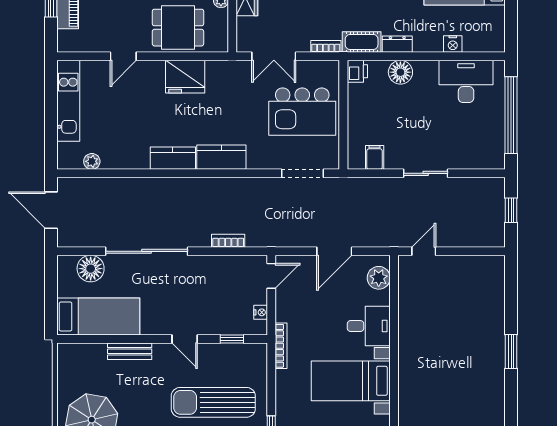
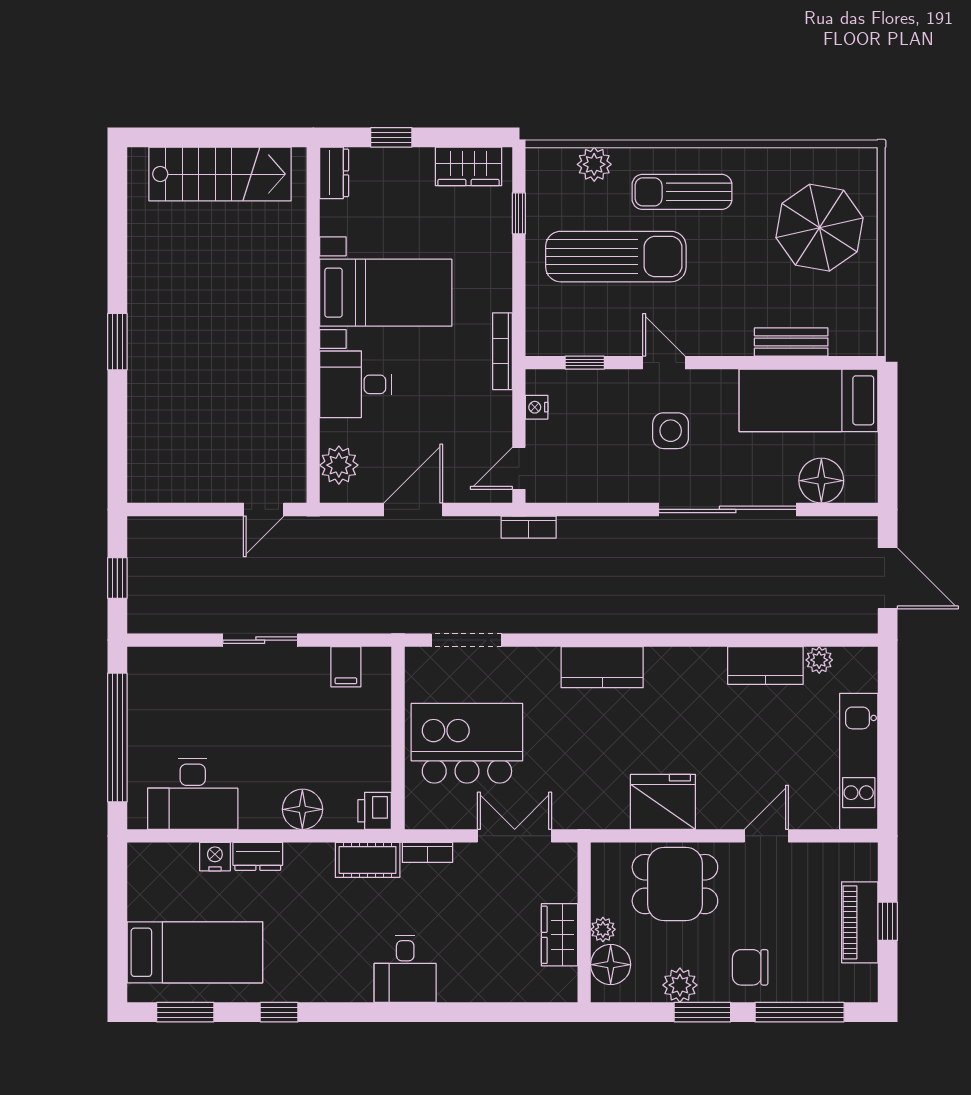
dresser: (397, 44) -> (258, 856), moved
kitchen counter: (173, 158) -> (765, 665), moved
bookcase: (228, 241) -> (529, 527), moved
side table: (181, 298) -> (671, 431), added
bench: (130, 351) -> (791, 342), moved

